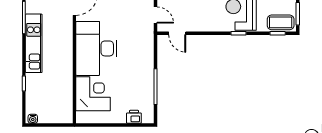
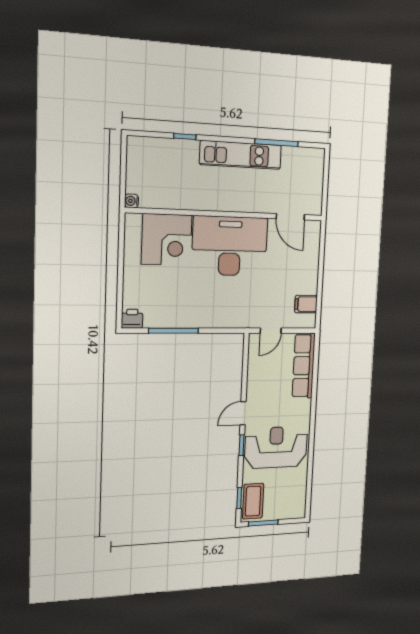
door: (177, 33) -> (243, 413), moved
printer: (134, 117) -> (132, 319), moved, turned -90
water cooler: (33, 119) -> (132, 201), moved

